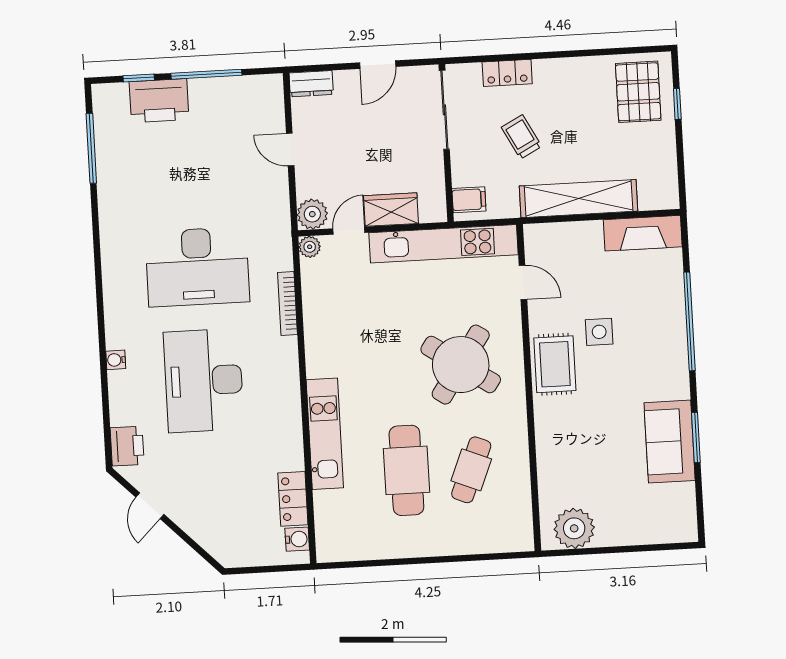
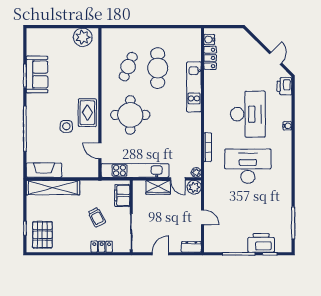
shelving: (579, 199) -> (53, 188), moved
filing cabinet: (469, 200) -> (122, 195), width x2.00
door: (349, 231) -> (178, 179), hinge flipped
round table: (461, 365) -> (130, 115), turned -34

